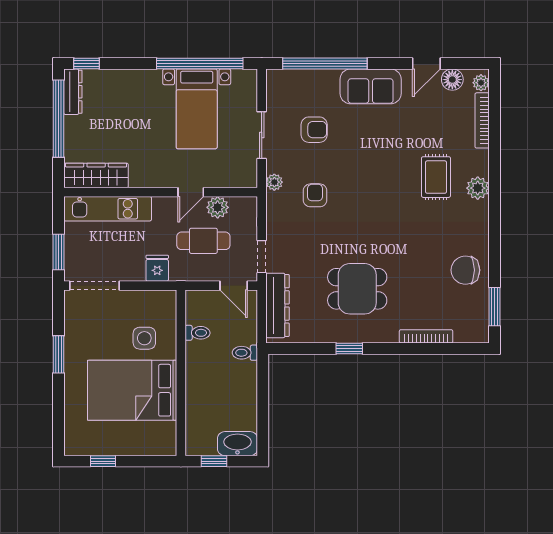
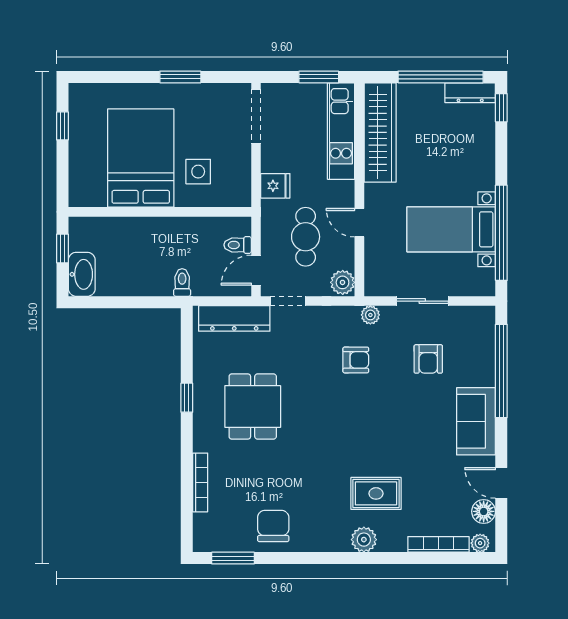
wardrobe: (96, 175) -> (380, 132), width x1.40, depth x1.17
plant: (218, 207) -> (343, 282), moved
window: (59, 252) -> (319, 77), moved
toilet: (197, 333) -> (238, 245), moved, turned 90

